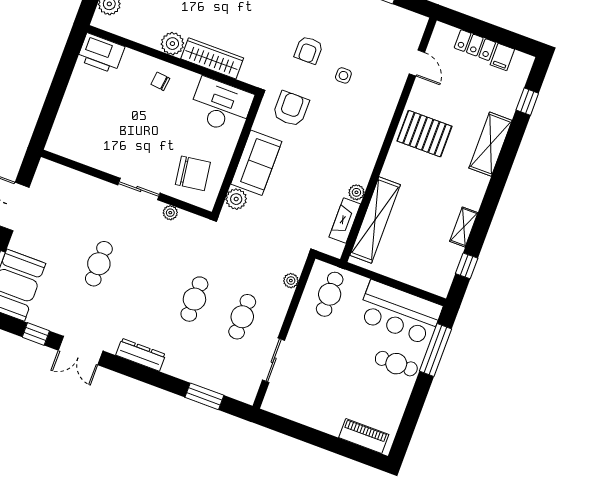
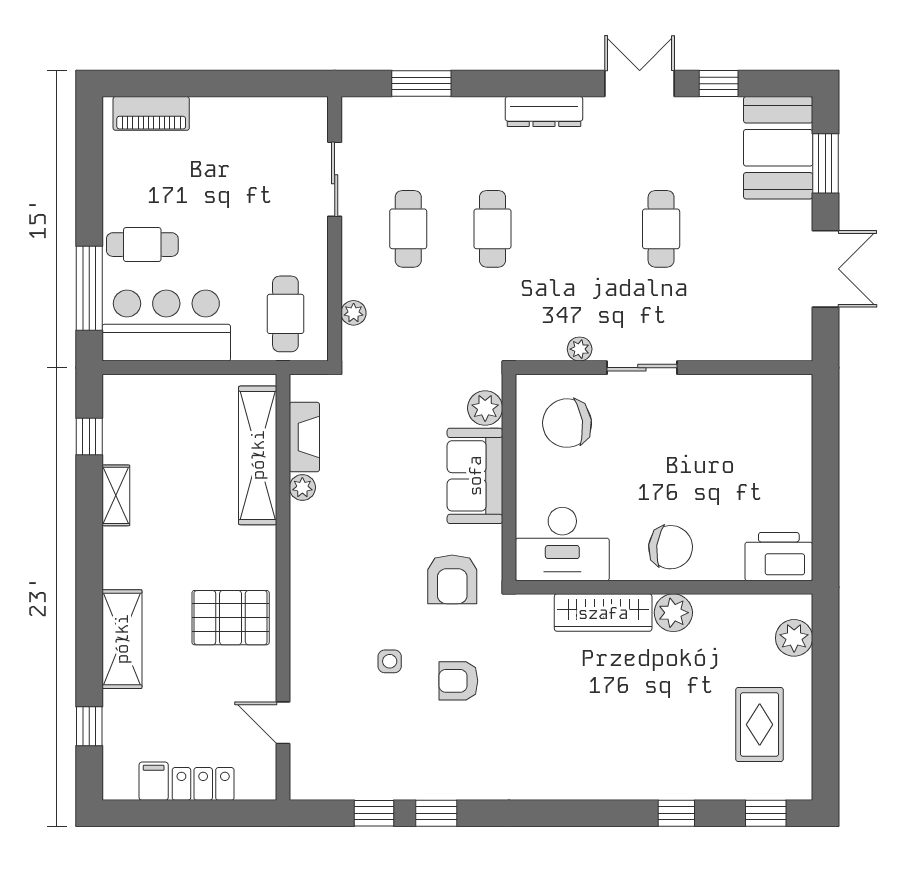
armchair: (309, 50) -> (458, 681), turned -90
chair: (160, 81) -> (671, 547), width x1.87, depth x1.87

